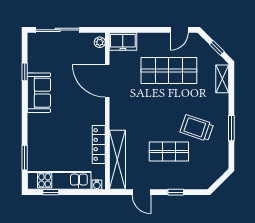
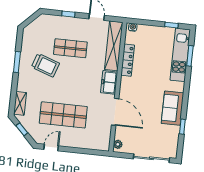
freezer: (123, 42) -> (109, 82), moved, turned -90
kitchen unit: (59, 180) -> (180, 55), moved, turned 90

